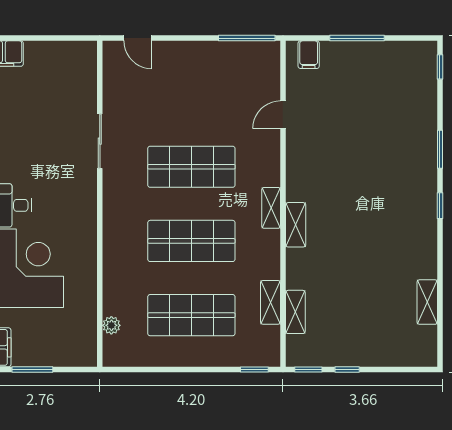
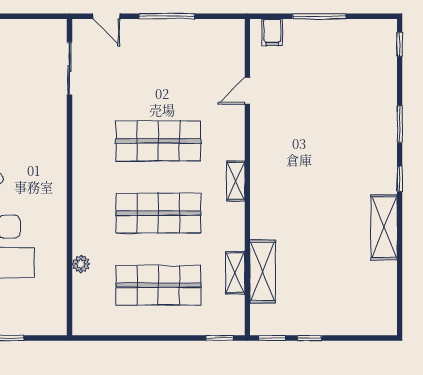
window: (247, 38) -> (167, 16), moved
sliding door: (100, 141) -> (69, 68), moved
shelving: (296, 225) -> (260, 197), removed
shelving: (427, 302) -> (384, 227), moved, width x1.50, depth x1.33
shelving: (295, 312) -> (262, 271), width x1.50, depth x1.33
plant: (111, 325) -> (81, 264), moved

